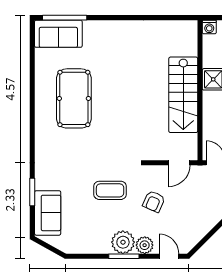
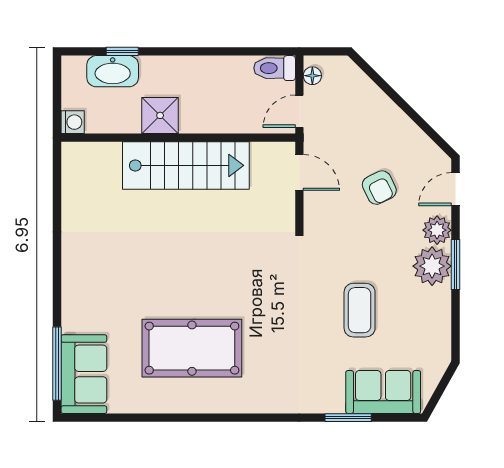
coffee table: (110, 190) -> (360, 310), moved
armchair: (154, 201) -> (379, 188), moved, turned 40

